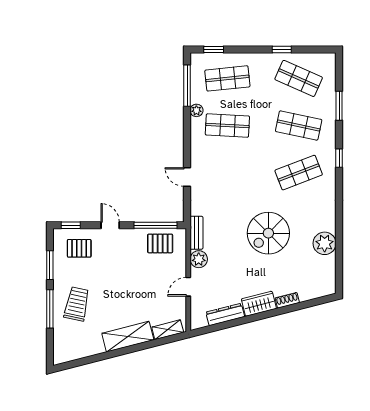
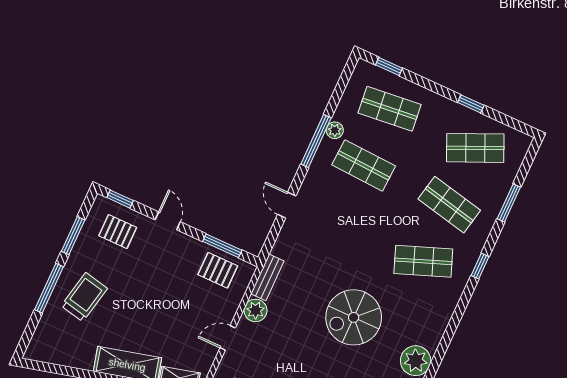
shop shelf: (299, 78) -> (475, 148), turned -48
window: (187, 86) -> (316, 141), moved
window: (156, 225) -> (222, 246), width x0.69

